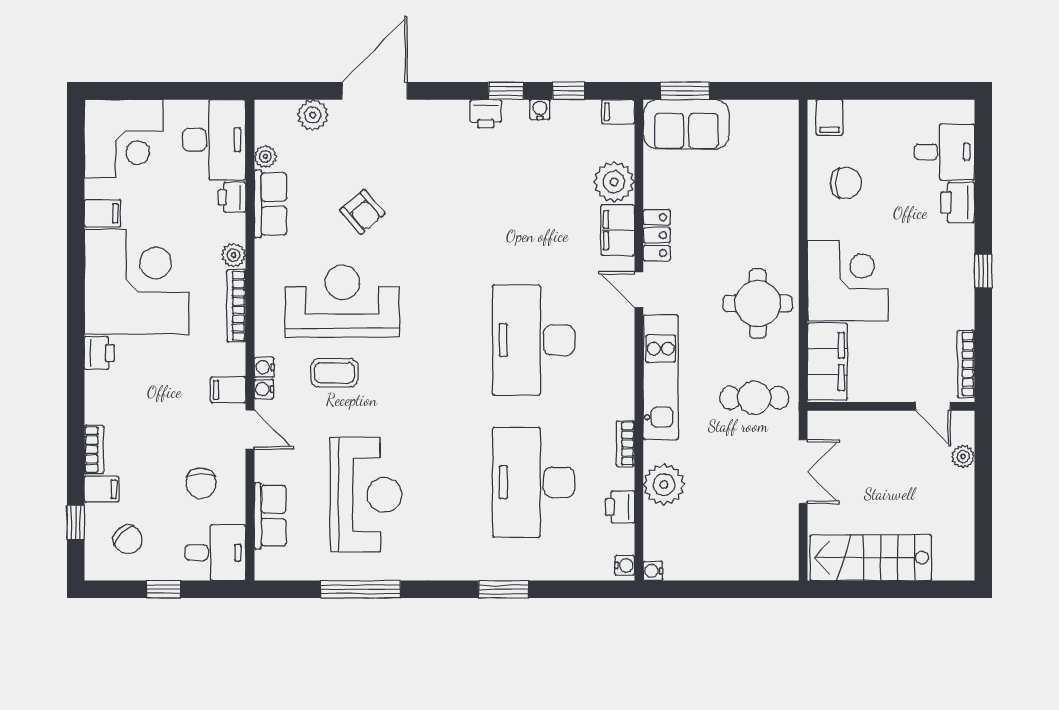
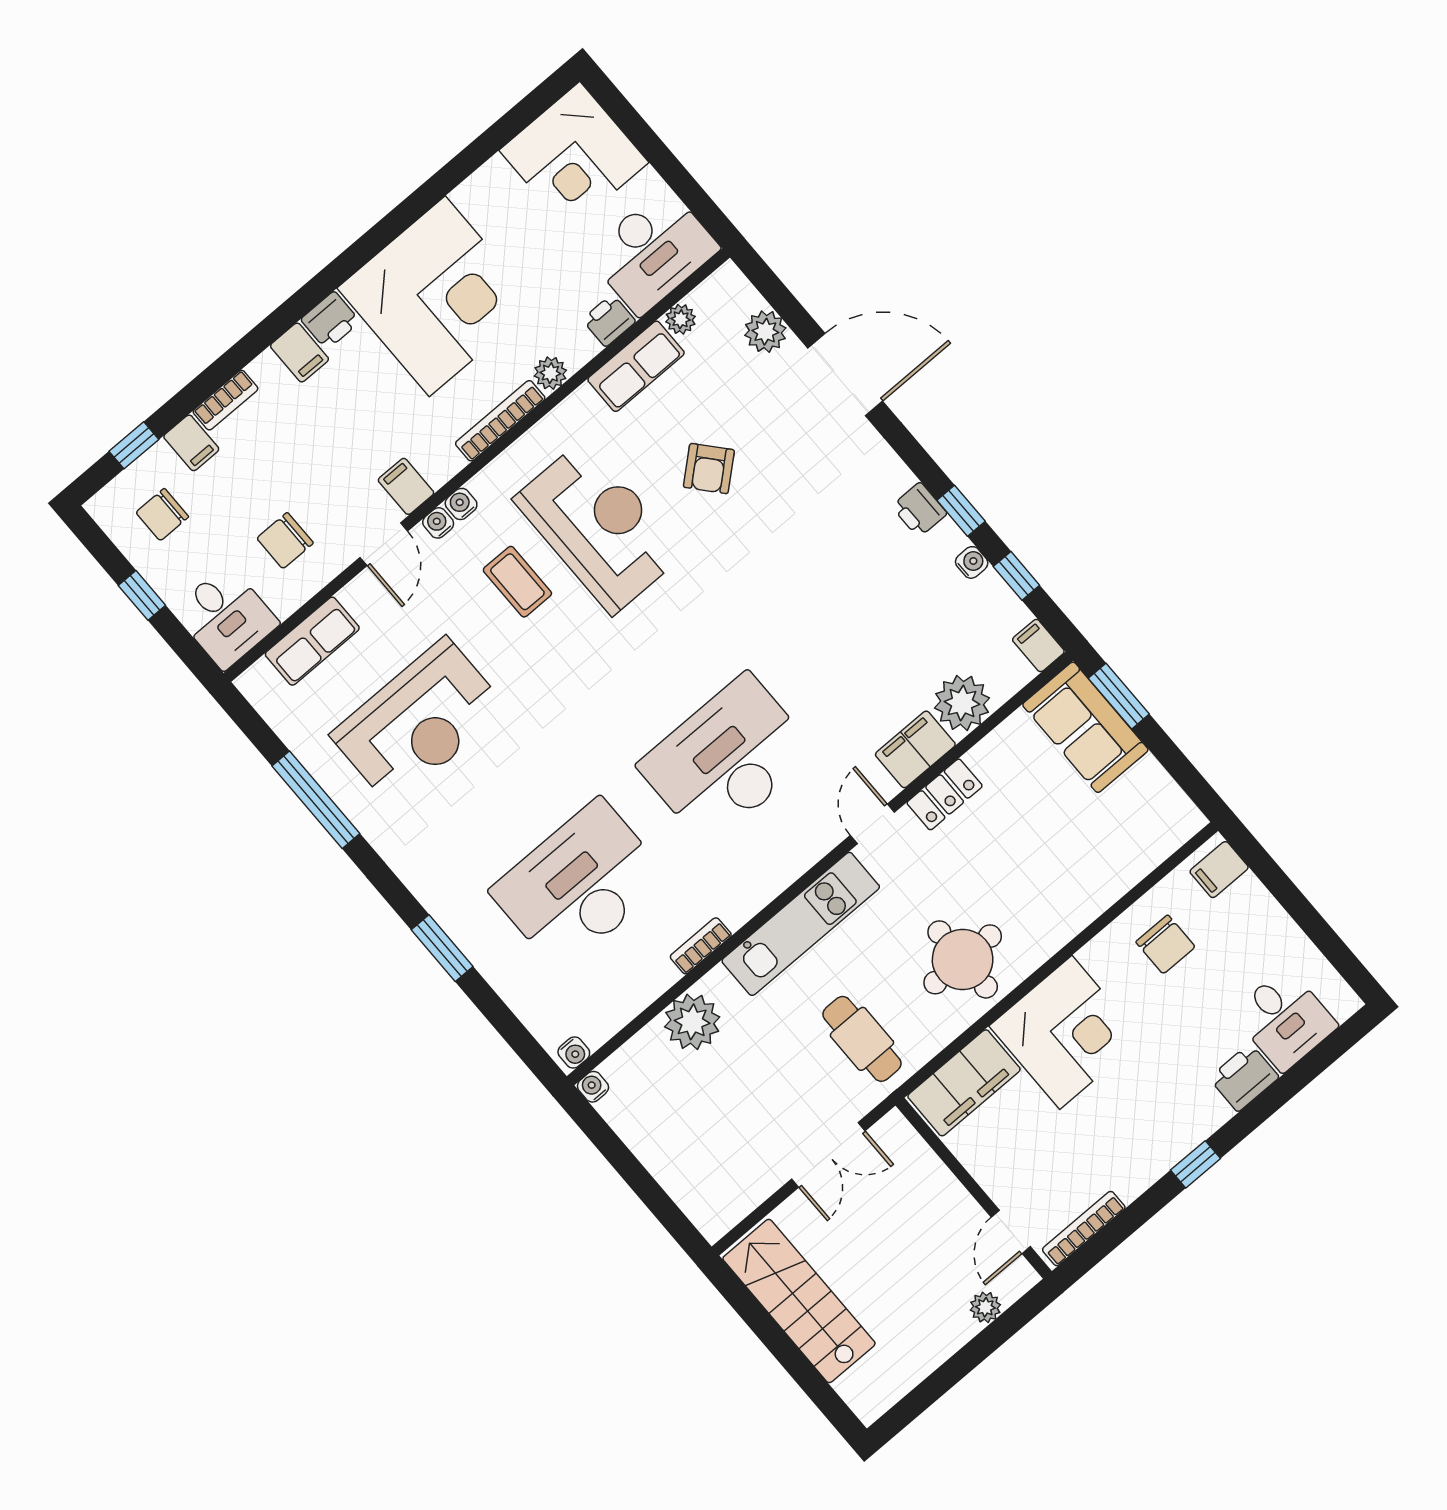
filing cabinet: (103, 213) -> (299, 352), moved
printer: (620, 507) -> (630, 996), removed
chair: (128, 539) -> (162, 515), turned 45

